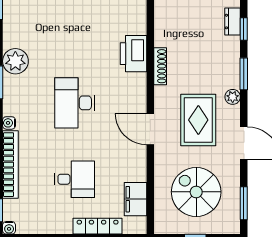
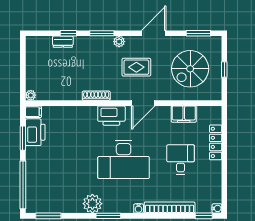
printer: (134, 54) -> (111, 116), moved
desk: (75, 103) -> (124, 159), width x1.36, depth x1.30
rug: (198, 120) -> (136, 67), width x0.73, depth x0.70
filing cabinet: (136, 199) -> (184, 114), moved

